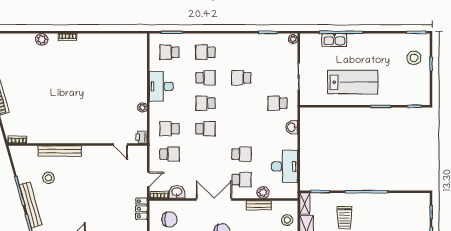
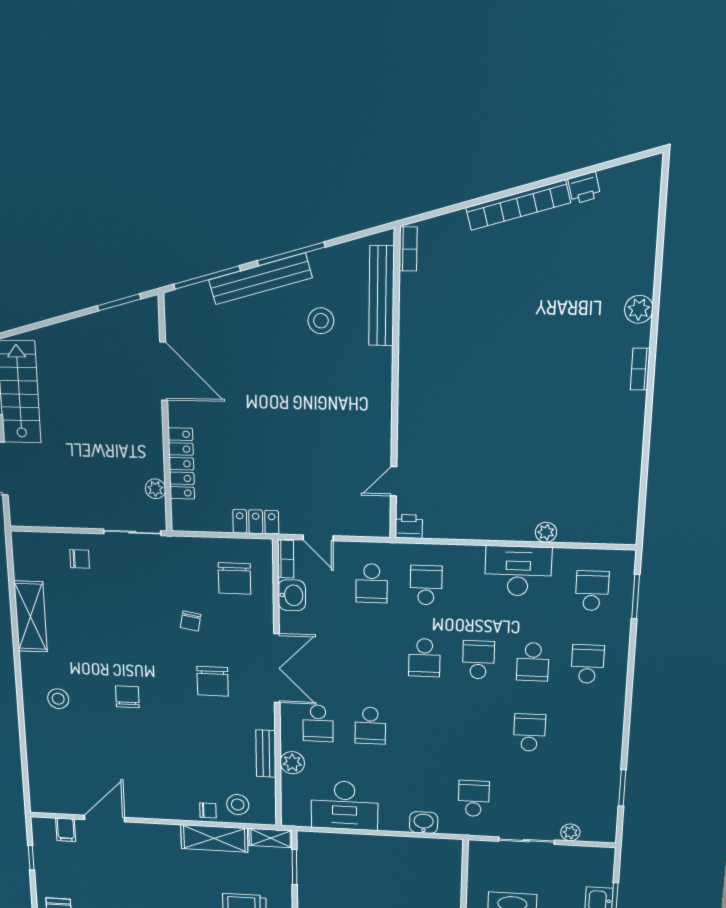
plant: (293, 39) -> (570, 832), moved
plant: (142, 107) -> (546, 532), moved
bench: (60, 151) -> (382, 296), moved

